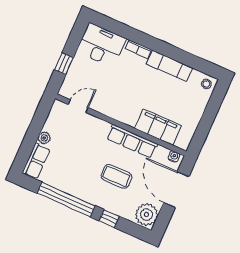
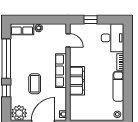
filing cabinet: (158, 127) -> (77, 81), moved
row of seats: (132, 141) -> (61, 71), moved

